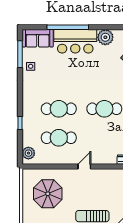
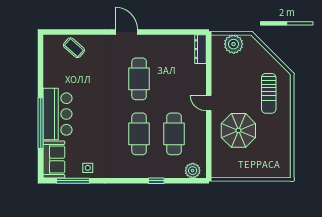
plant: (105, 37) -> (53, 78), removed
parasol: (48, 194) -> (238, 130), moved

